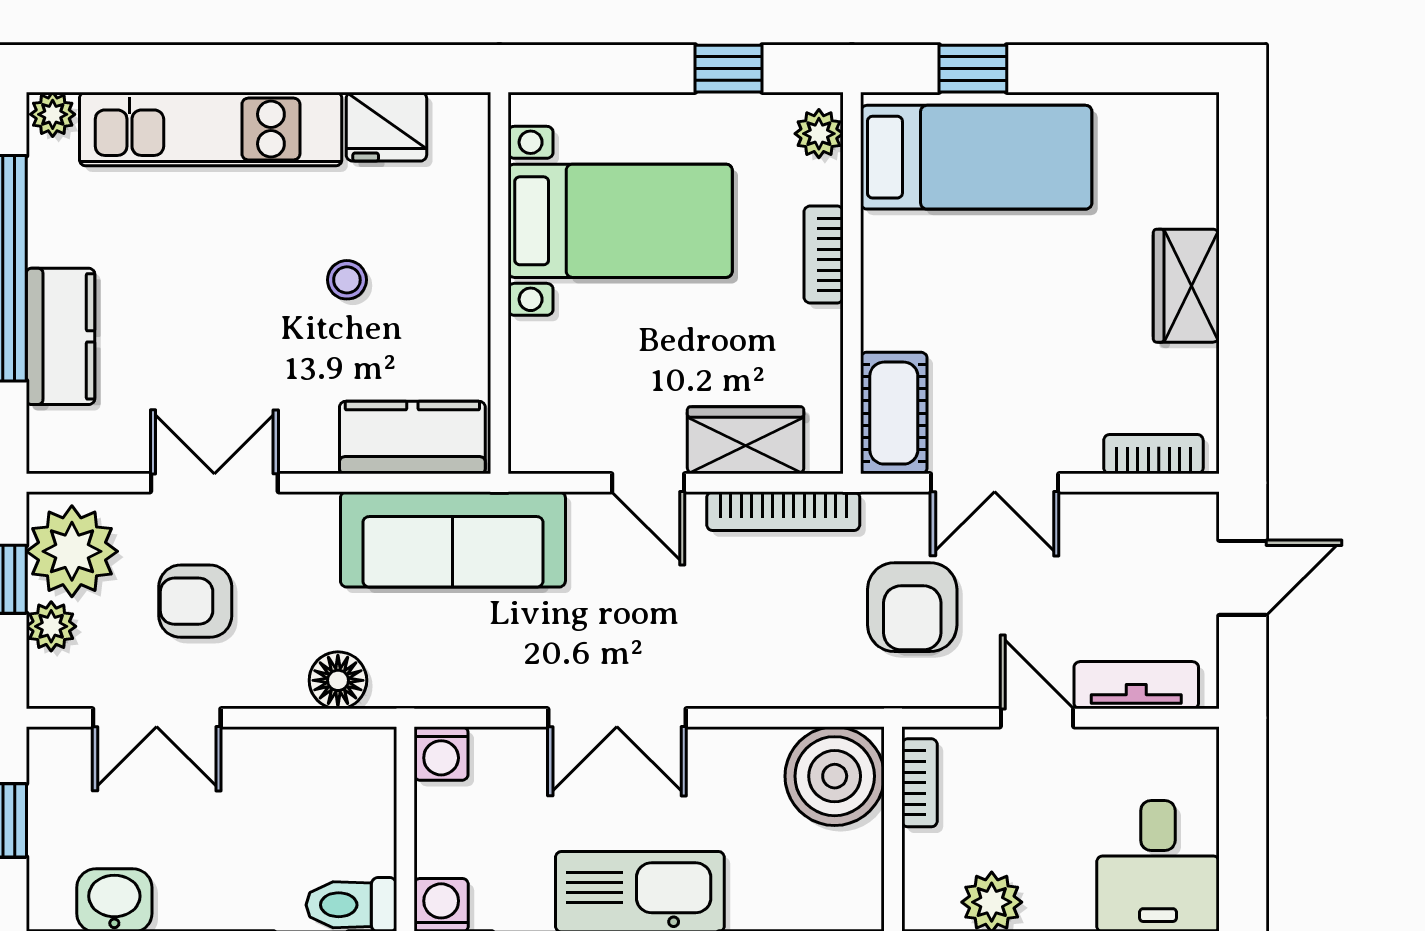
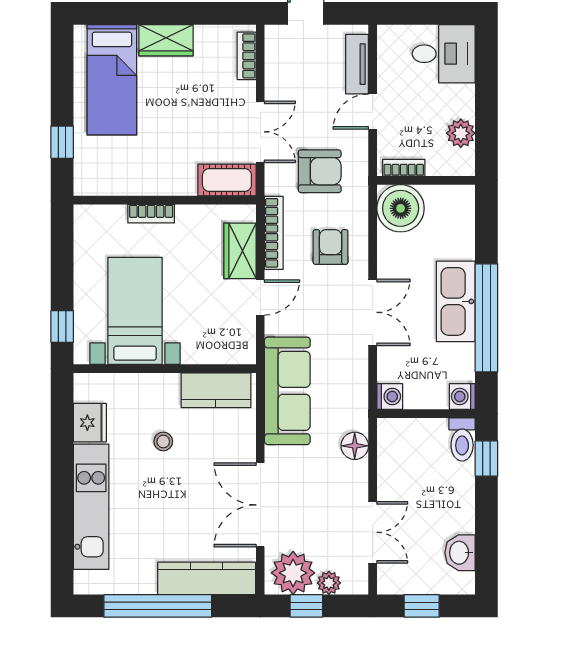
window: (729, 69) -> (62, 326), moved
plant: (53, 114) -> (84, 582), removed
plant: (819, 134) -> (93, 216), removed
bed: (976, 157) -> (112, 80), moved, turned 180
kitchen counter: (61, 336) -> (207, 578), width x1.50
kitchen counter: (412, 438) -> (216, 390), moved, turned -90
double door: (214, 483) -> (260, 505), width x1.37
armchair: (195, 601) -> (331, 247), moved, turned 180

